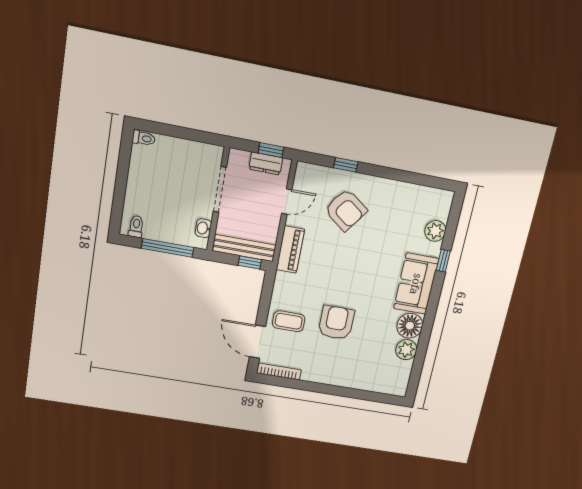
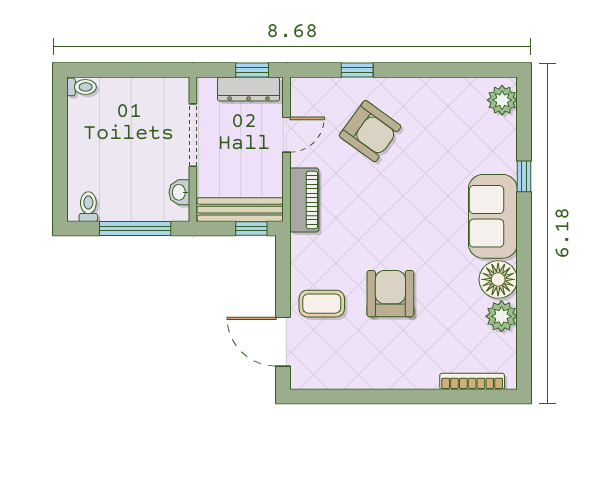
dresser: (266, 164) -> (249, 89), width x1.44
plant: (435, 231) -> (502, 100), moved
bookcase: (279, 371) -> (472, 381), moved

